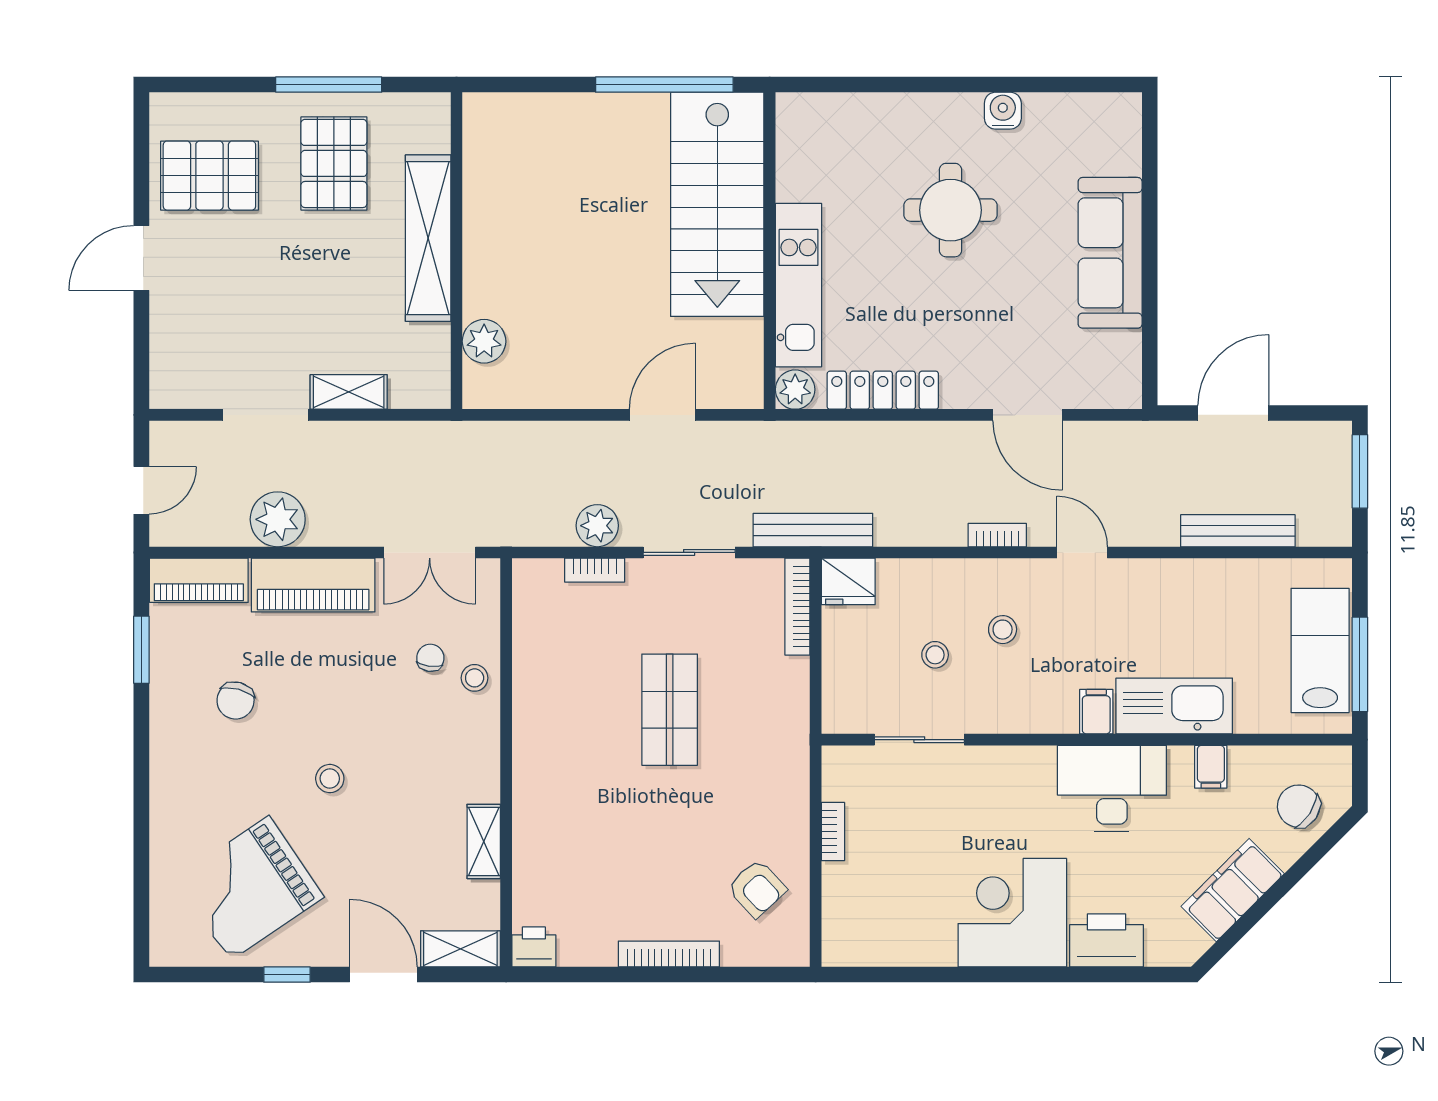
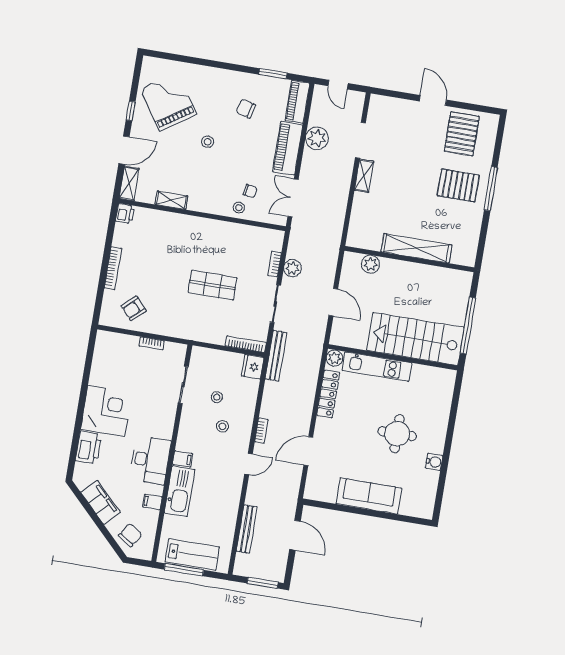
shelving: (428, 238) -> (416, 248), moved
wall: (457, 251) -> (409, 259), moved
plant: (484, 341) -> (371, 264), moved

